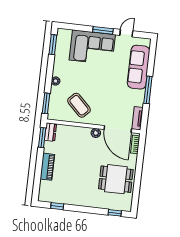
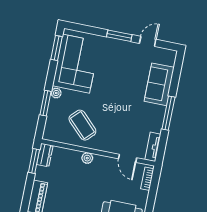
corner sofa: (92, 47) -> (76, 64), moved, turned -90
sofa: (139, 67) -> (159, 84), width x0.73
window: (46, 103) -> (45, 103), moved
door: (118, 129) -> (128, 158), width x0.53
plant: (96, 133) -> (87, 158), moved

